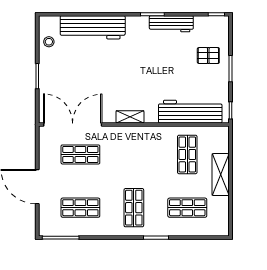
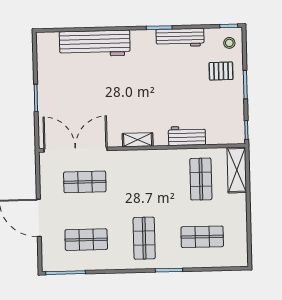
stool: (49, 42) -> (229, 43), moved
workbench: (190, 112) -> (187, 136), width x0.53, depth x0.76
shelving: (221, 175) -> (237, 170), moved

